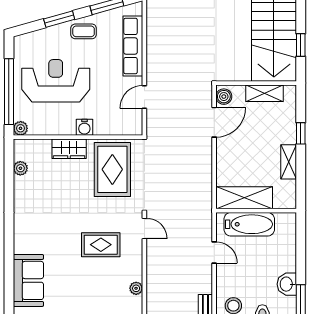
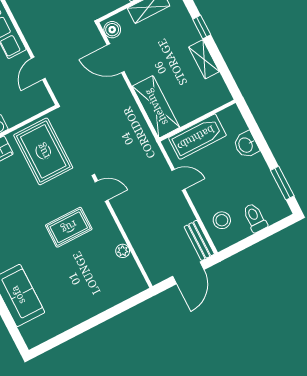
door: (214, 122) -> (116, 58), swing flipped
shelving: (244, 198) -> (156, 107), moved, turned 90
washbasin: (287, 284) -> (246, 145), moved

